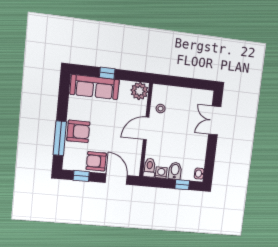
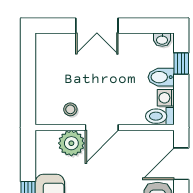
plant: (139, 91) -> (71, 143), moved
double door: (215, 120) -> (97, 26), moved
door: (146, 128) -> (102, 127), hinge flipped

